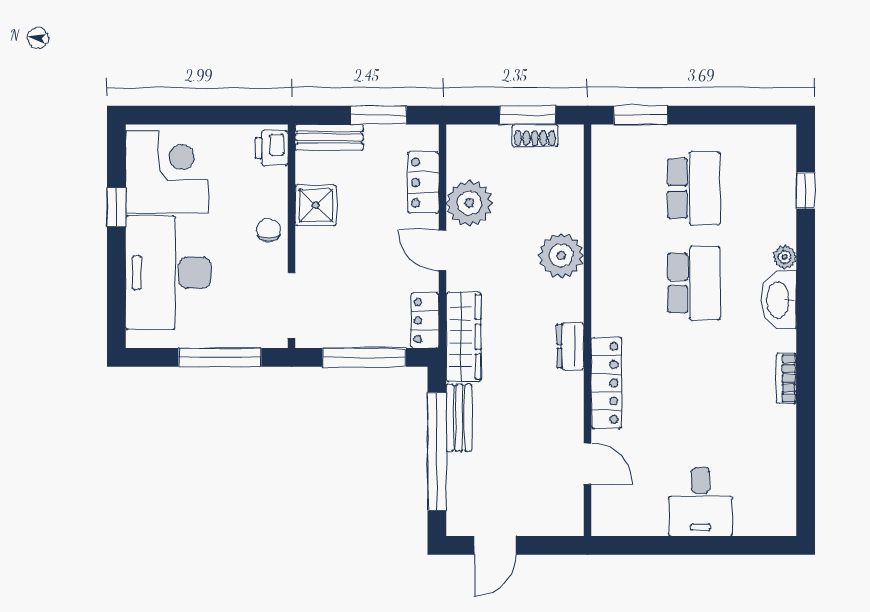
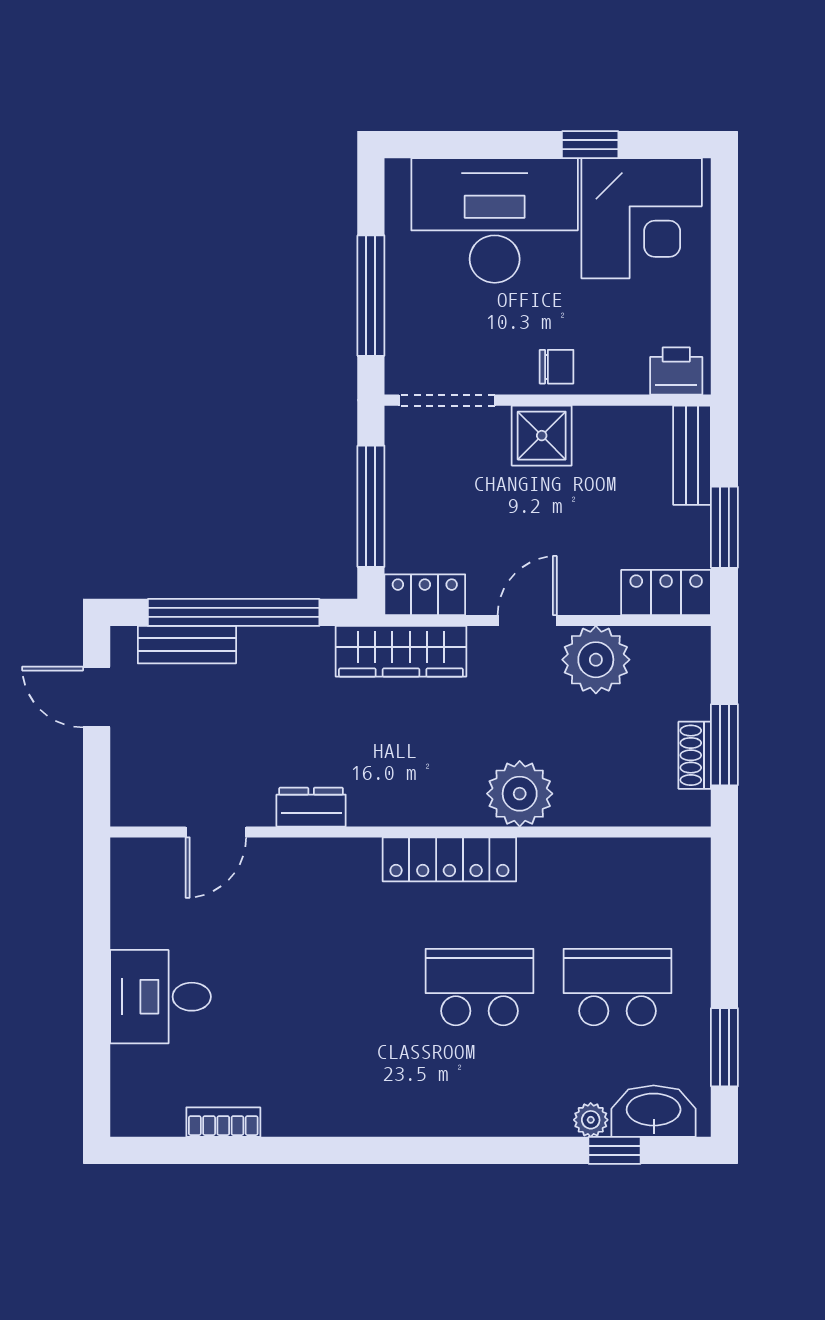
window: (641, 115) -> (724, 1047), moved
locker: (423, 182) -> (666, 592), moved
school desk: (694, 188) -> (618, 987), turned 180
shower: (316, 205) -> (542, 436), moved
plant: (785, 257) -> (591, 1120), moved
school desk: (694, 283) -> (480, 987), turned 180
washbasin: (779, 300) -> (654, 1111), moved
dresser: (570, 346) -> (311, 807), moved
bookcase: (786, 378) -> (223, 1122), moved
locker: (606, 383) -> (449, 859), moved
bench: (459, 418) -> (187, 645), moved

